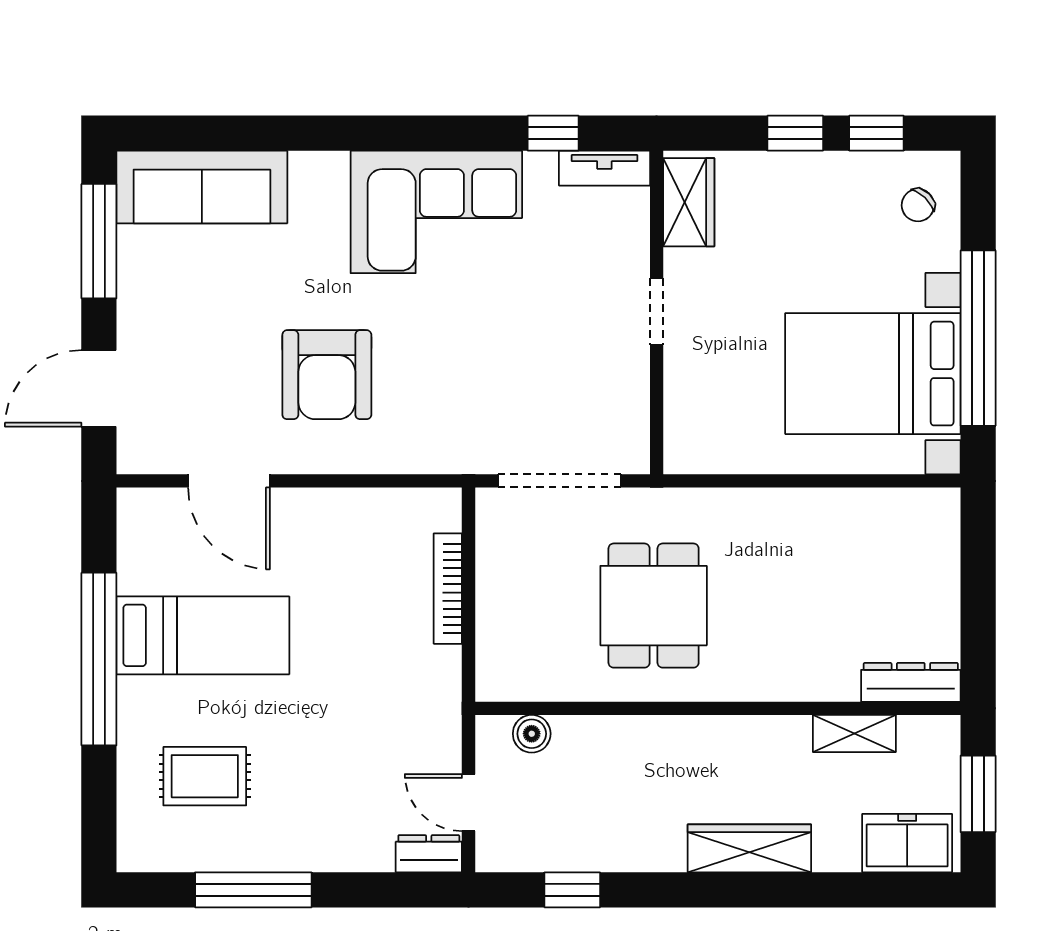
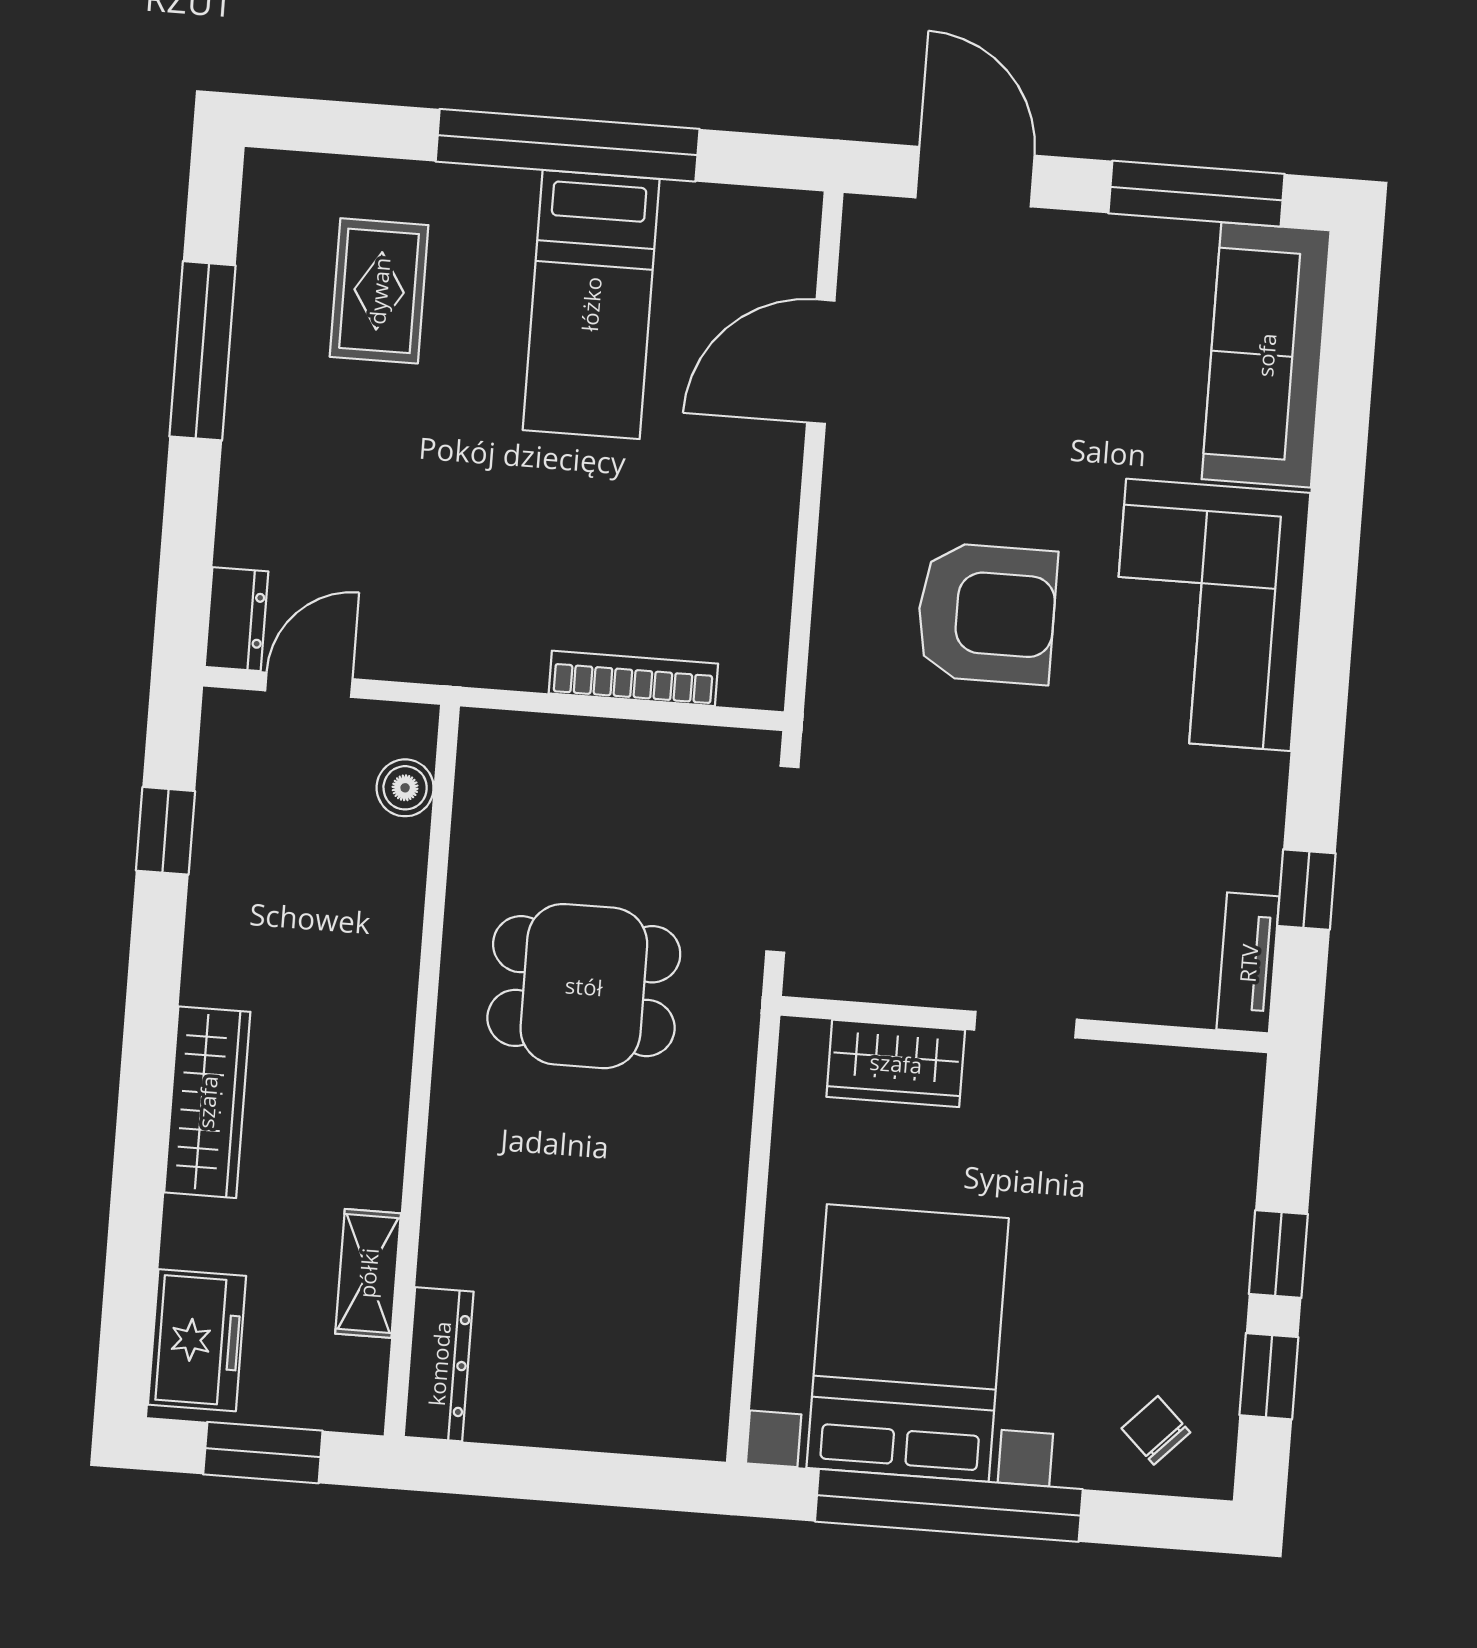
wardrobe: (689, 202) -> (896, 1063), moved
corner sofa: (436, 212) -> (1208, 615), moved
armchair: (327, 375) -> (986, 613), moved, turned 180

